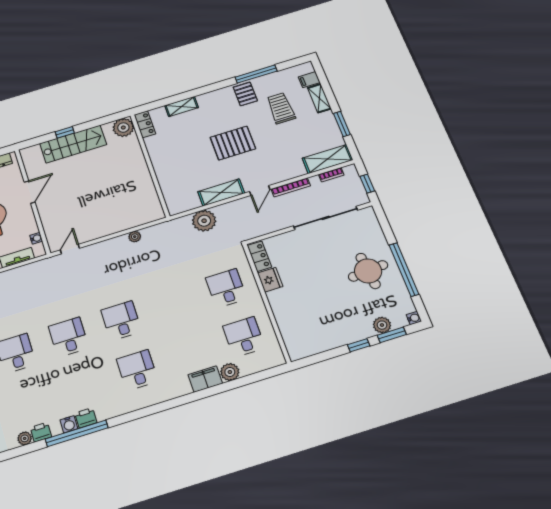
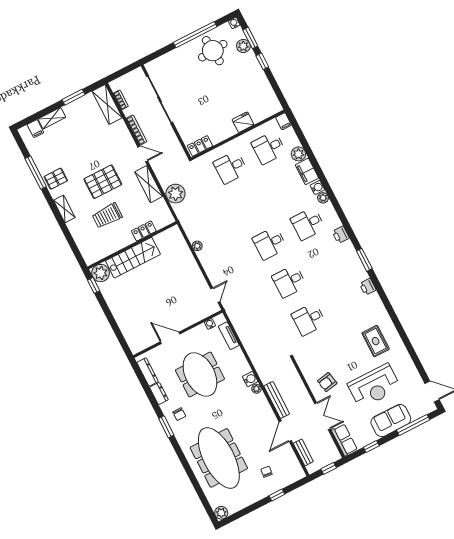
shelving: (182, 106) -> (64, 209), moved
trolley: (281, 108) -> (107, 216), moved
locker: (145, 124) -> (144, 231), moved
window: (65, 132) -> (94, 285), moved
pallet: (233, 143) -> (103, 182), turned 90
stairs: (73, 144) -> (133, 258), moved, turned 90
window: (367, 184) -> (125, 71), removed
door: (70, 249) -> (215, 295), swing flipped
round table: (368, 271) -> (213, 51), moved
fridge: (270, 280) -> (243, 122), moved
filing cabinet: (276, 360) -> (284, 121), added
printer: (86, 418) -> (341, 235), moved
water cooler: (69, 424) -> (317, 187), moved
window: (77, 433) -> (364, 260), width x0.47
plant: (25, 438) -> (323, 198), moved

